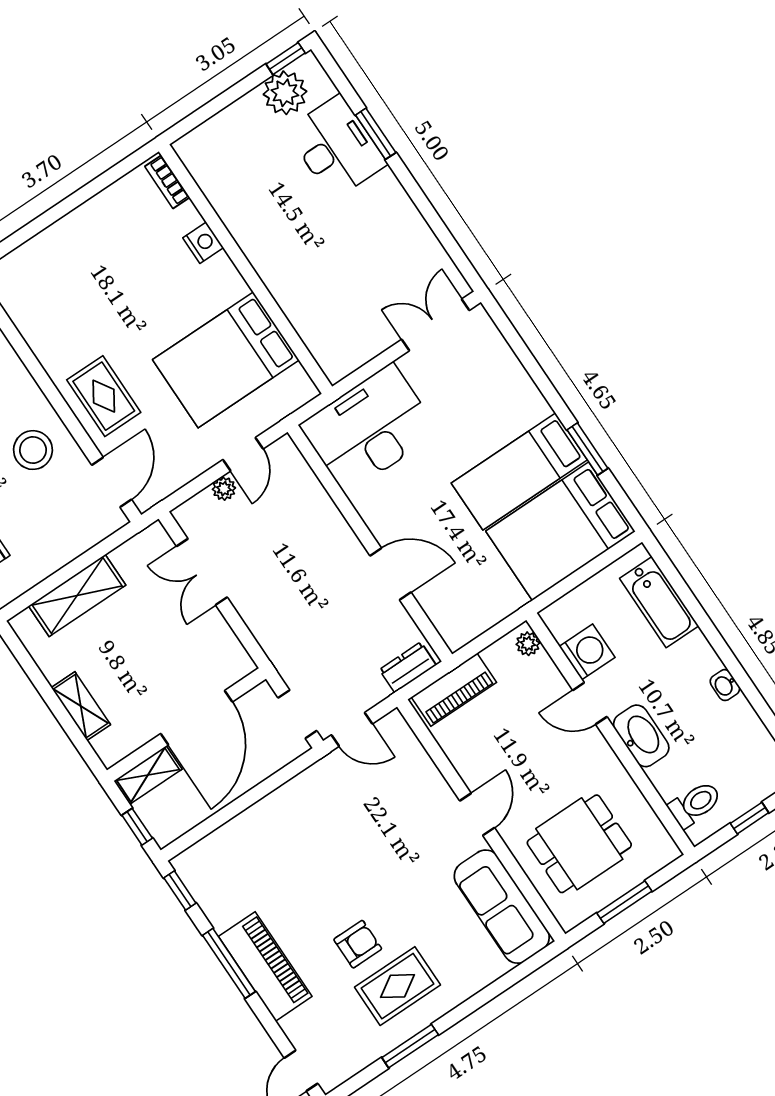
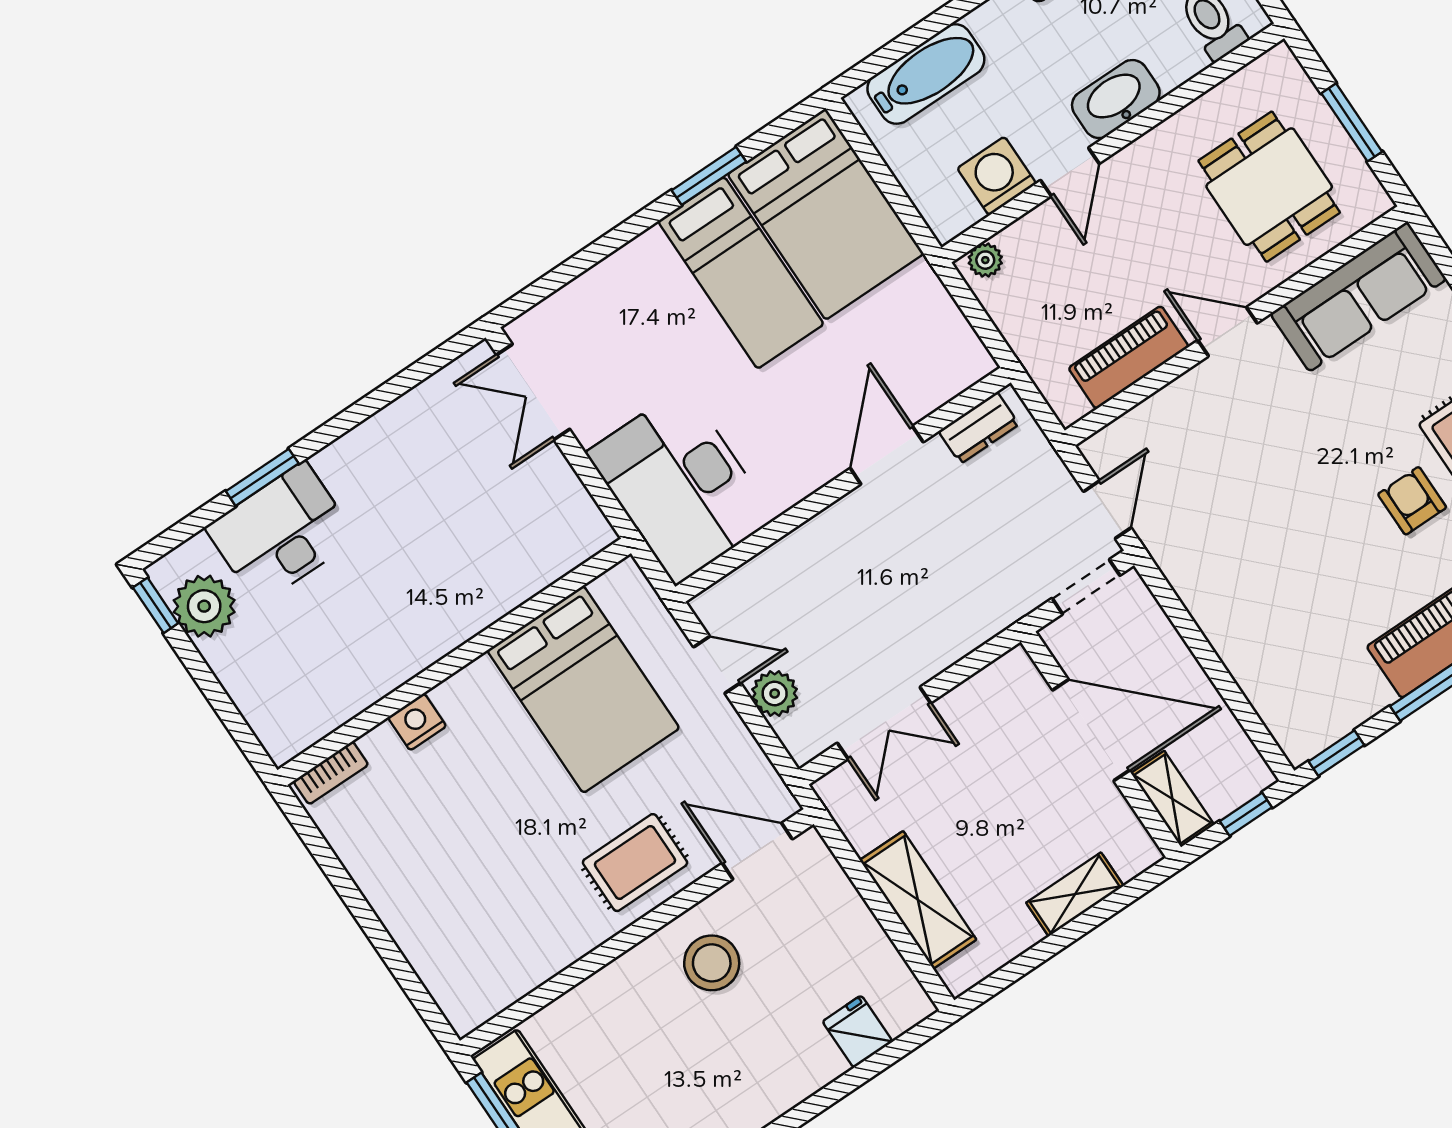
plant: (224, 489) -> (775, 693), width x1.38, depth x1.38
dresser: (408, 667) -> (979, 428), moved, turned -90
piano: (454, 690) -> (1129, 357), moved, turned -90

